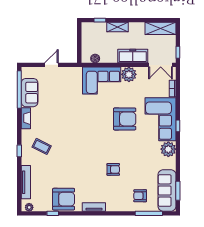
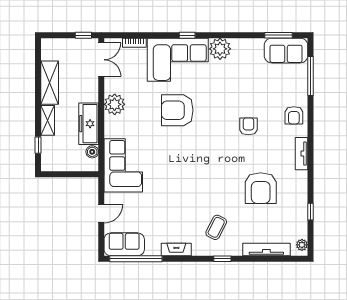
shelving: (160, 28) -> (50, 83), moved
freezer: (133, 56) -> (89, 124), moved
door: (51, 65) -> (101, 214), swing flipped
corner sofa: (102, 81) -> (123, 165), moved
sofa: (30, 93) -> (124, 244), moved
armchair: (125, 119) -> (177, 110), turned -90
sofa: (167, 190) -> (286, 51), width x0.73
armchair: (140, 196) -> (294, 115), moved
armchair: (64, 199) -> (261, 188), moved, turned 180

